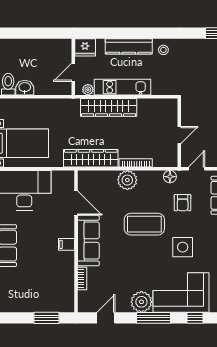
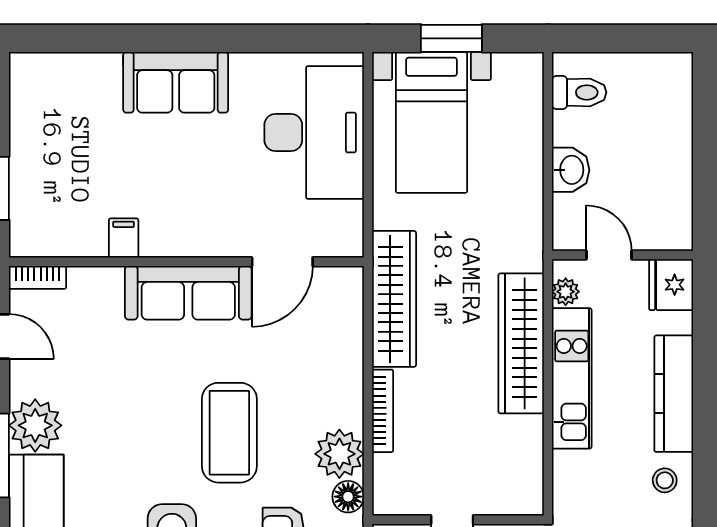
washbasin: (25, 88) -> (571, 170), moved
plant: (127, 180) -> (339, 454), moved
filing cabinet: (66, 244) -> (124, 238), moved
bookcase: (82, 279) -> (38, 277), moved

